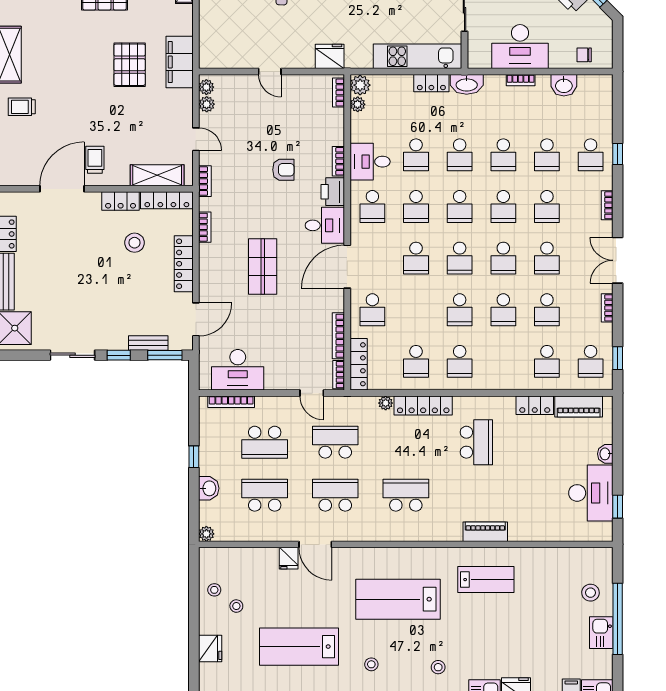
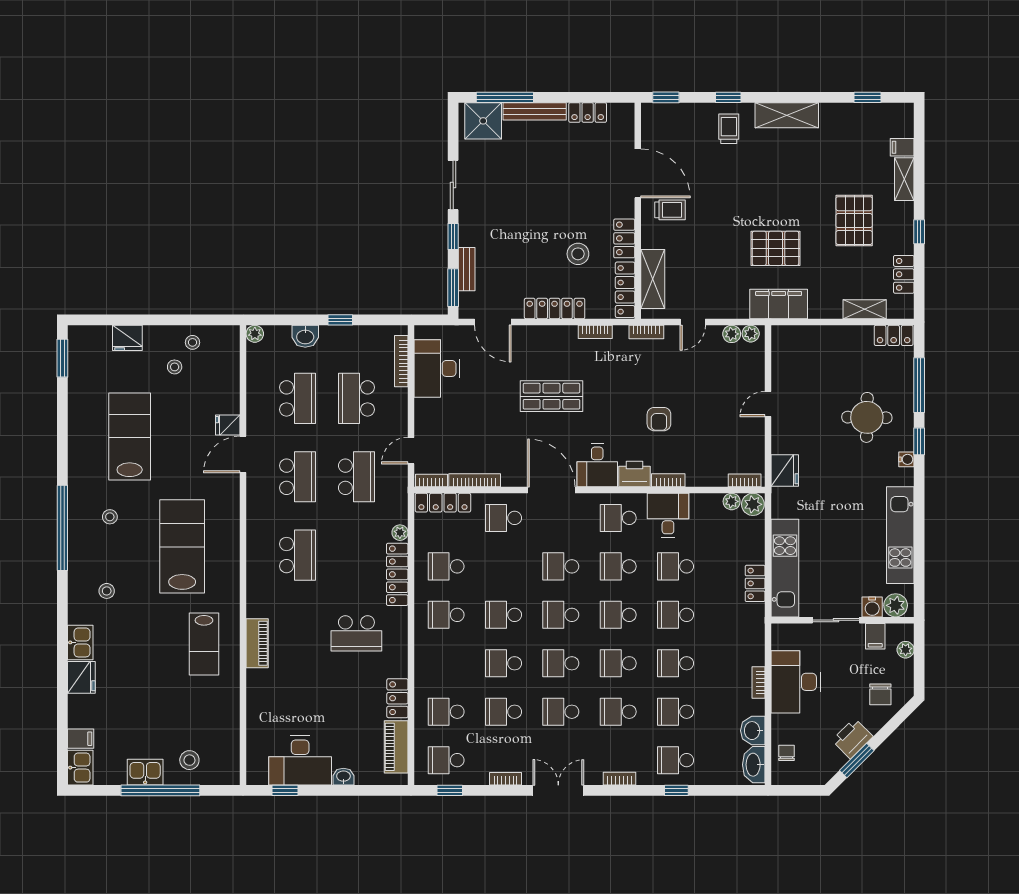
washbasin: (467, 84) -> (754, 765), moved

